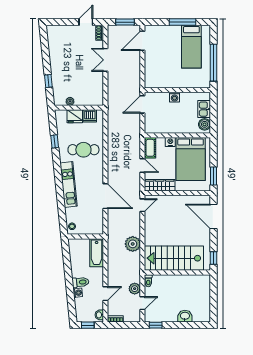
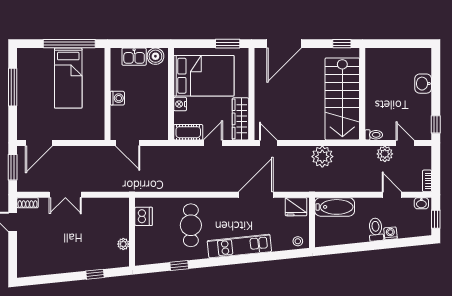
door: (142, 41) -> (39, 143), hinge flipped
bed: (191, 47) -> (68, 78), moved, turned 90
fridge: (75, 116) -> (296, 207), moved, turned 90

